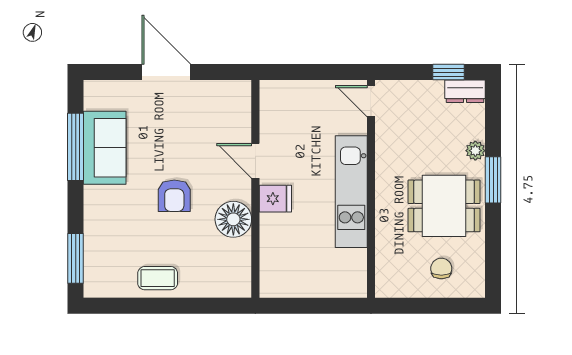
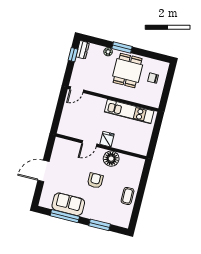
kitchen unit: (351, 192) -> (129, 111), moved
armchair: (174, 196) -> (95, 181), turned -90
window: (76, 258) -> (100, 225), moved

